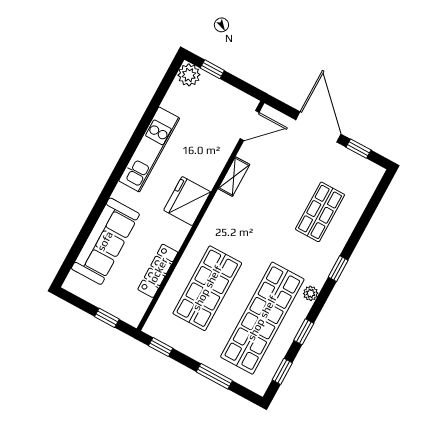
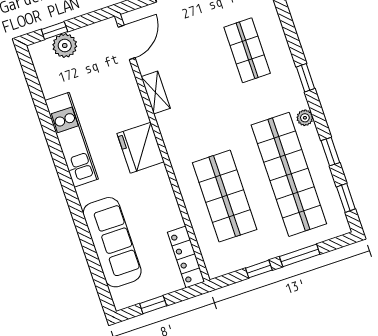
plant: (189, 75) -> (65, 45), moved
locker: (158, 271) -> (186, 257), moved
window: (107, 318) -> (153, 305), moved
window: (161, 347) -> (259, 269), moved

